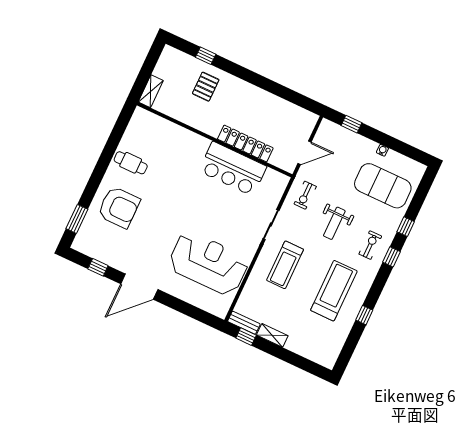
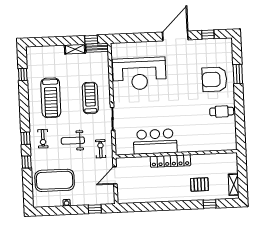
pallet: (206, 87) -> (199, 184), turned 90
shelving: (151, 91) -> (234, 185), moved
locker: (245, 144) -> (170, 161), moved
window: (77, 219) -> (238, 74), moved
weight bench: (334, 223) -> (73, 141), turned -90
window: (364, 315) -> (23, 74), moved

